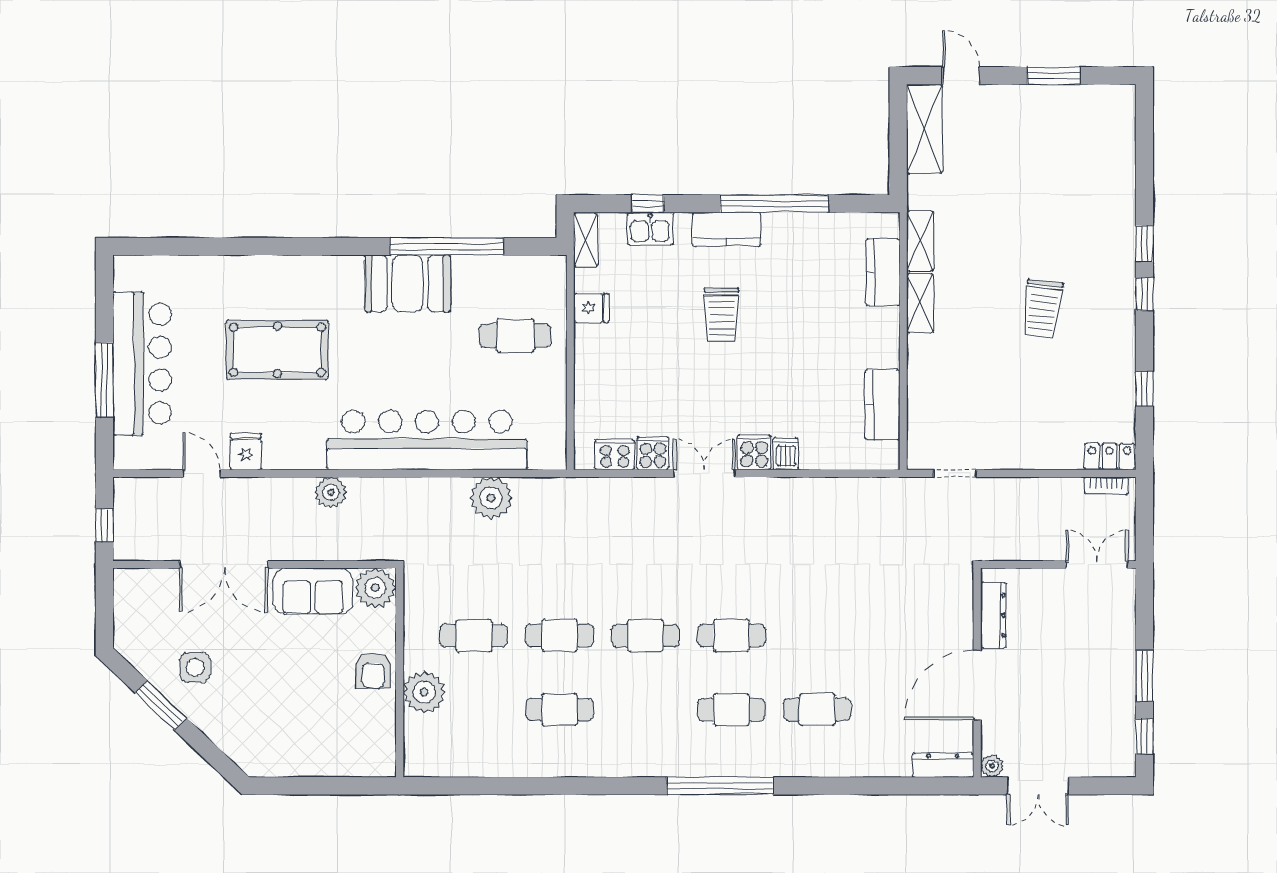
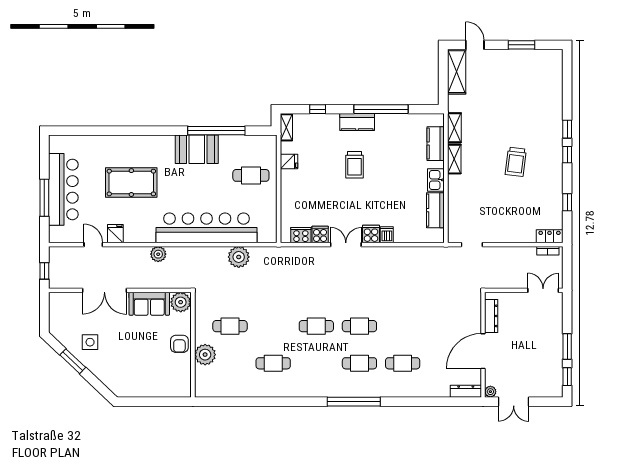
kitchen sink: (650, 229) -> (436, 180), moved, turned 90
cafe table: (560, 636) -> (273, 326), removed

